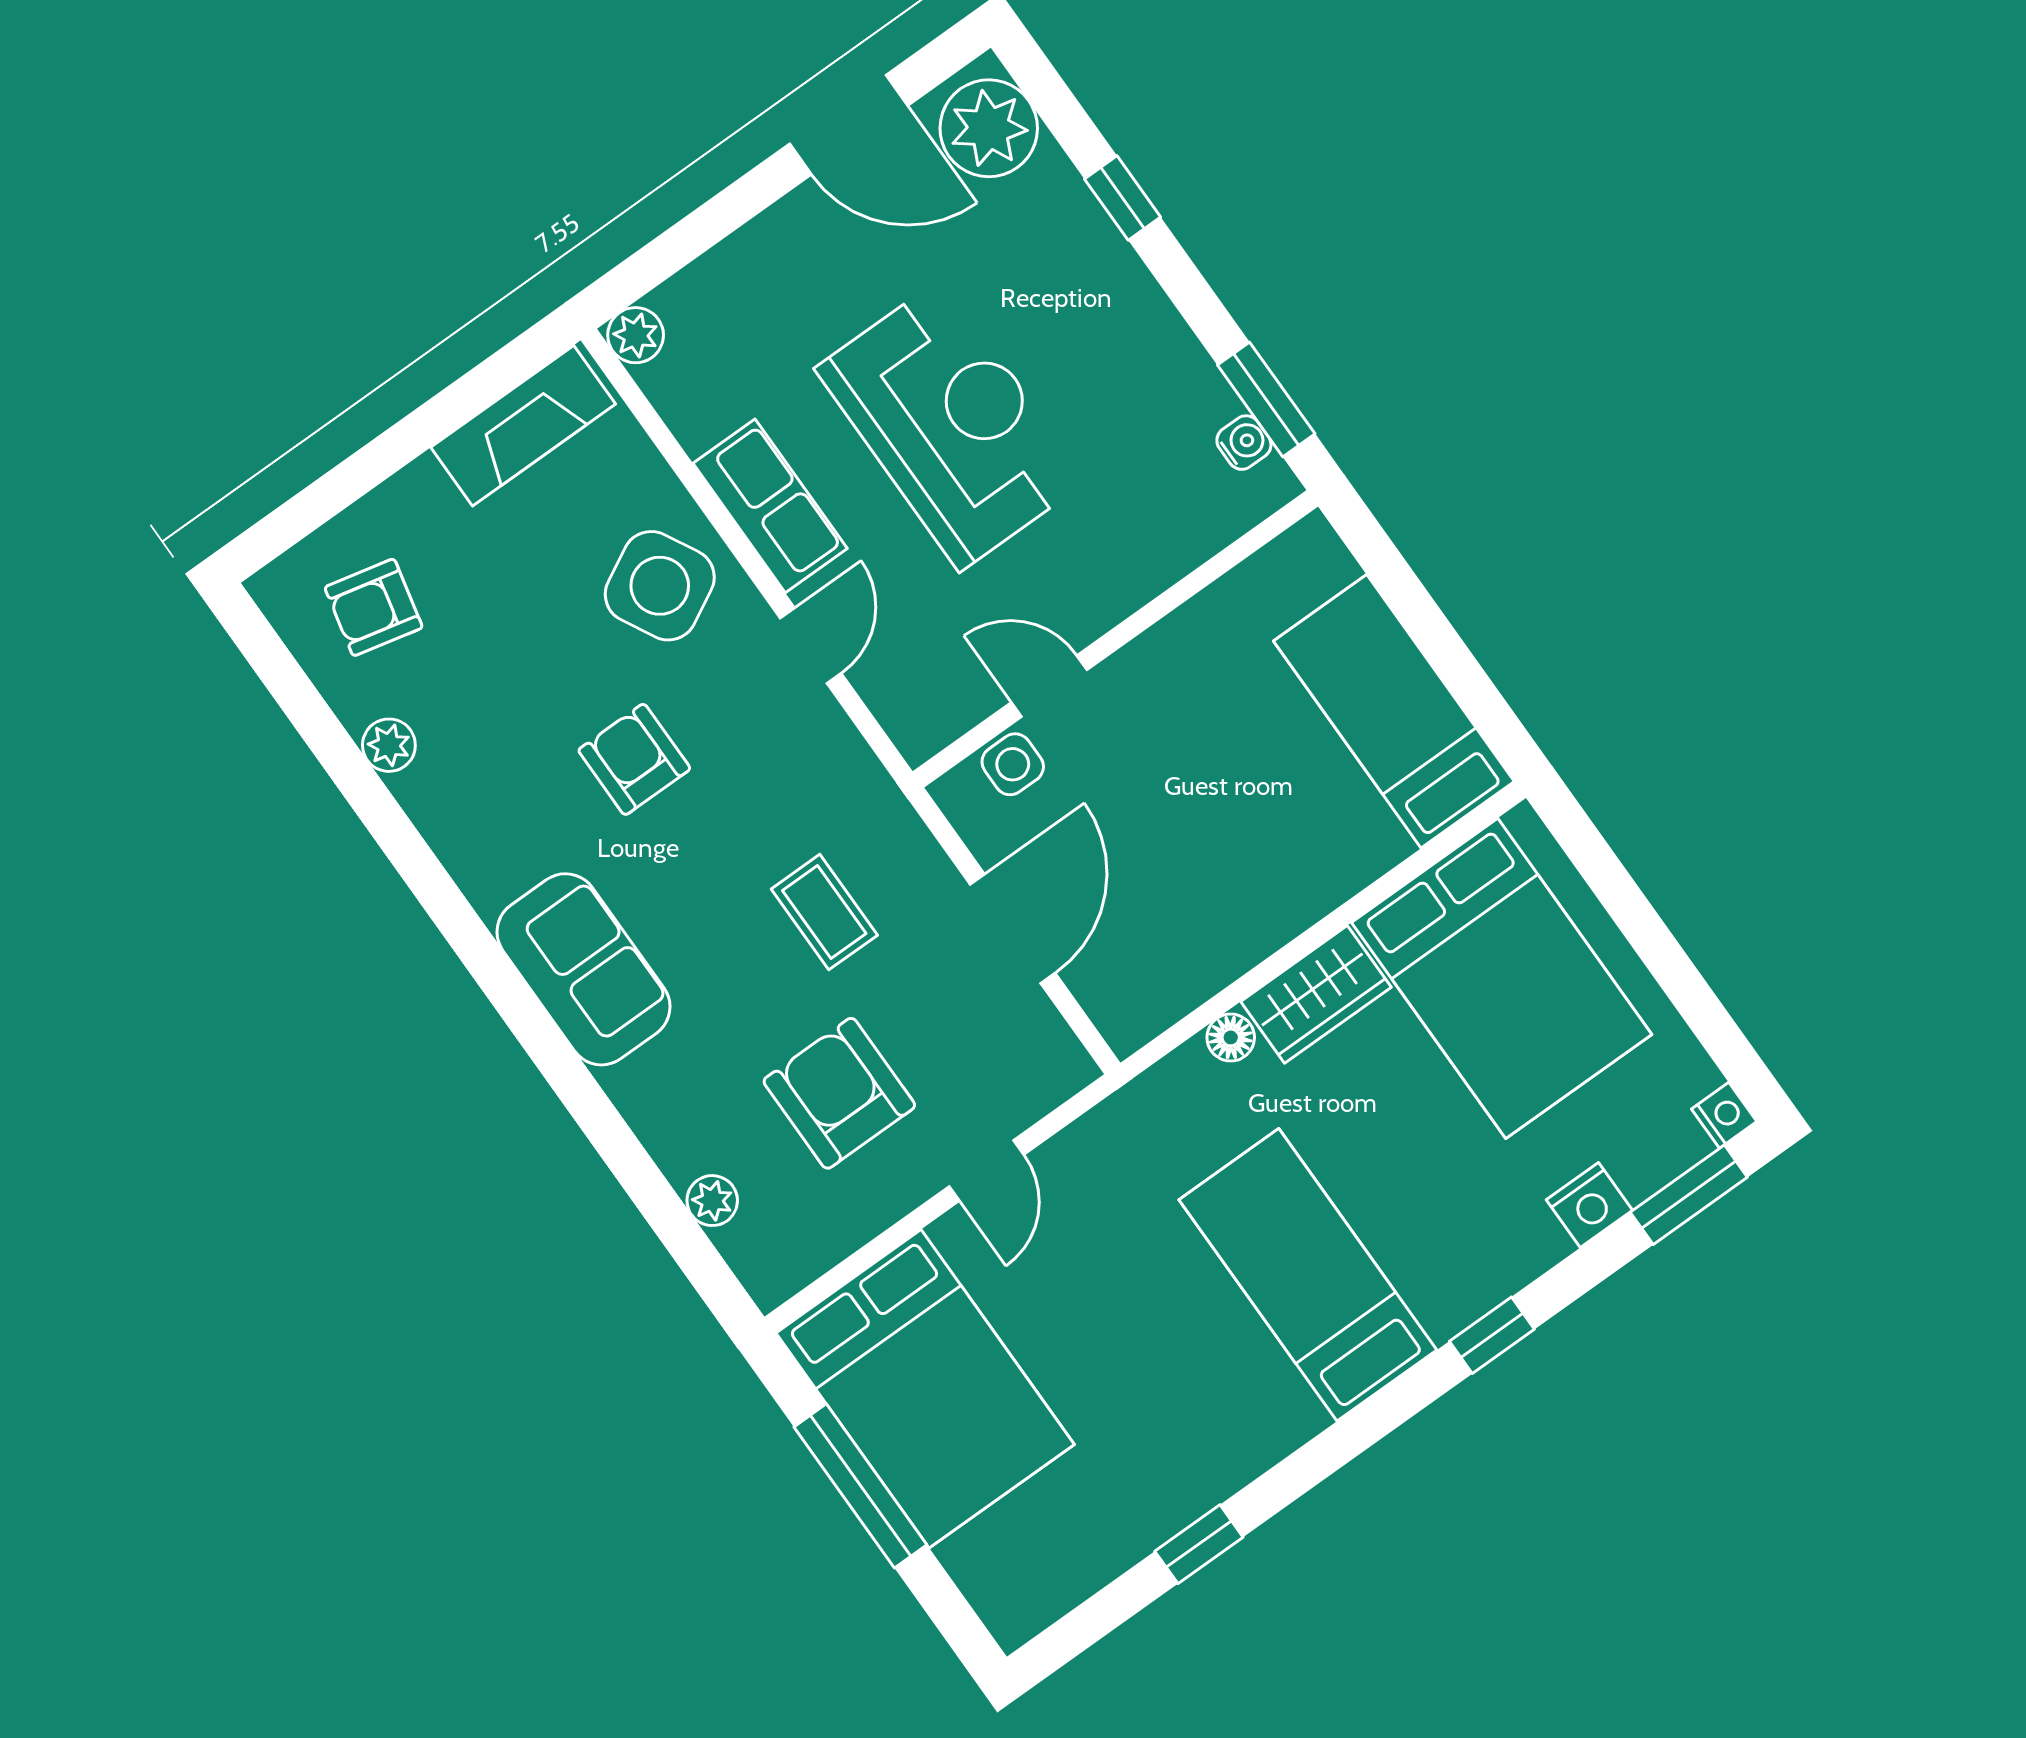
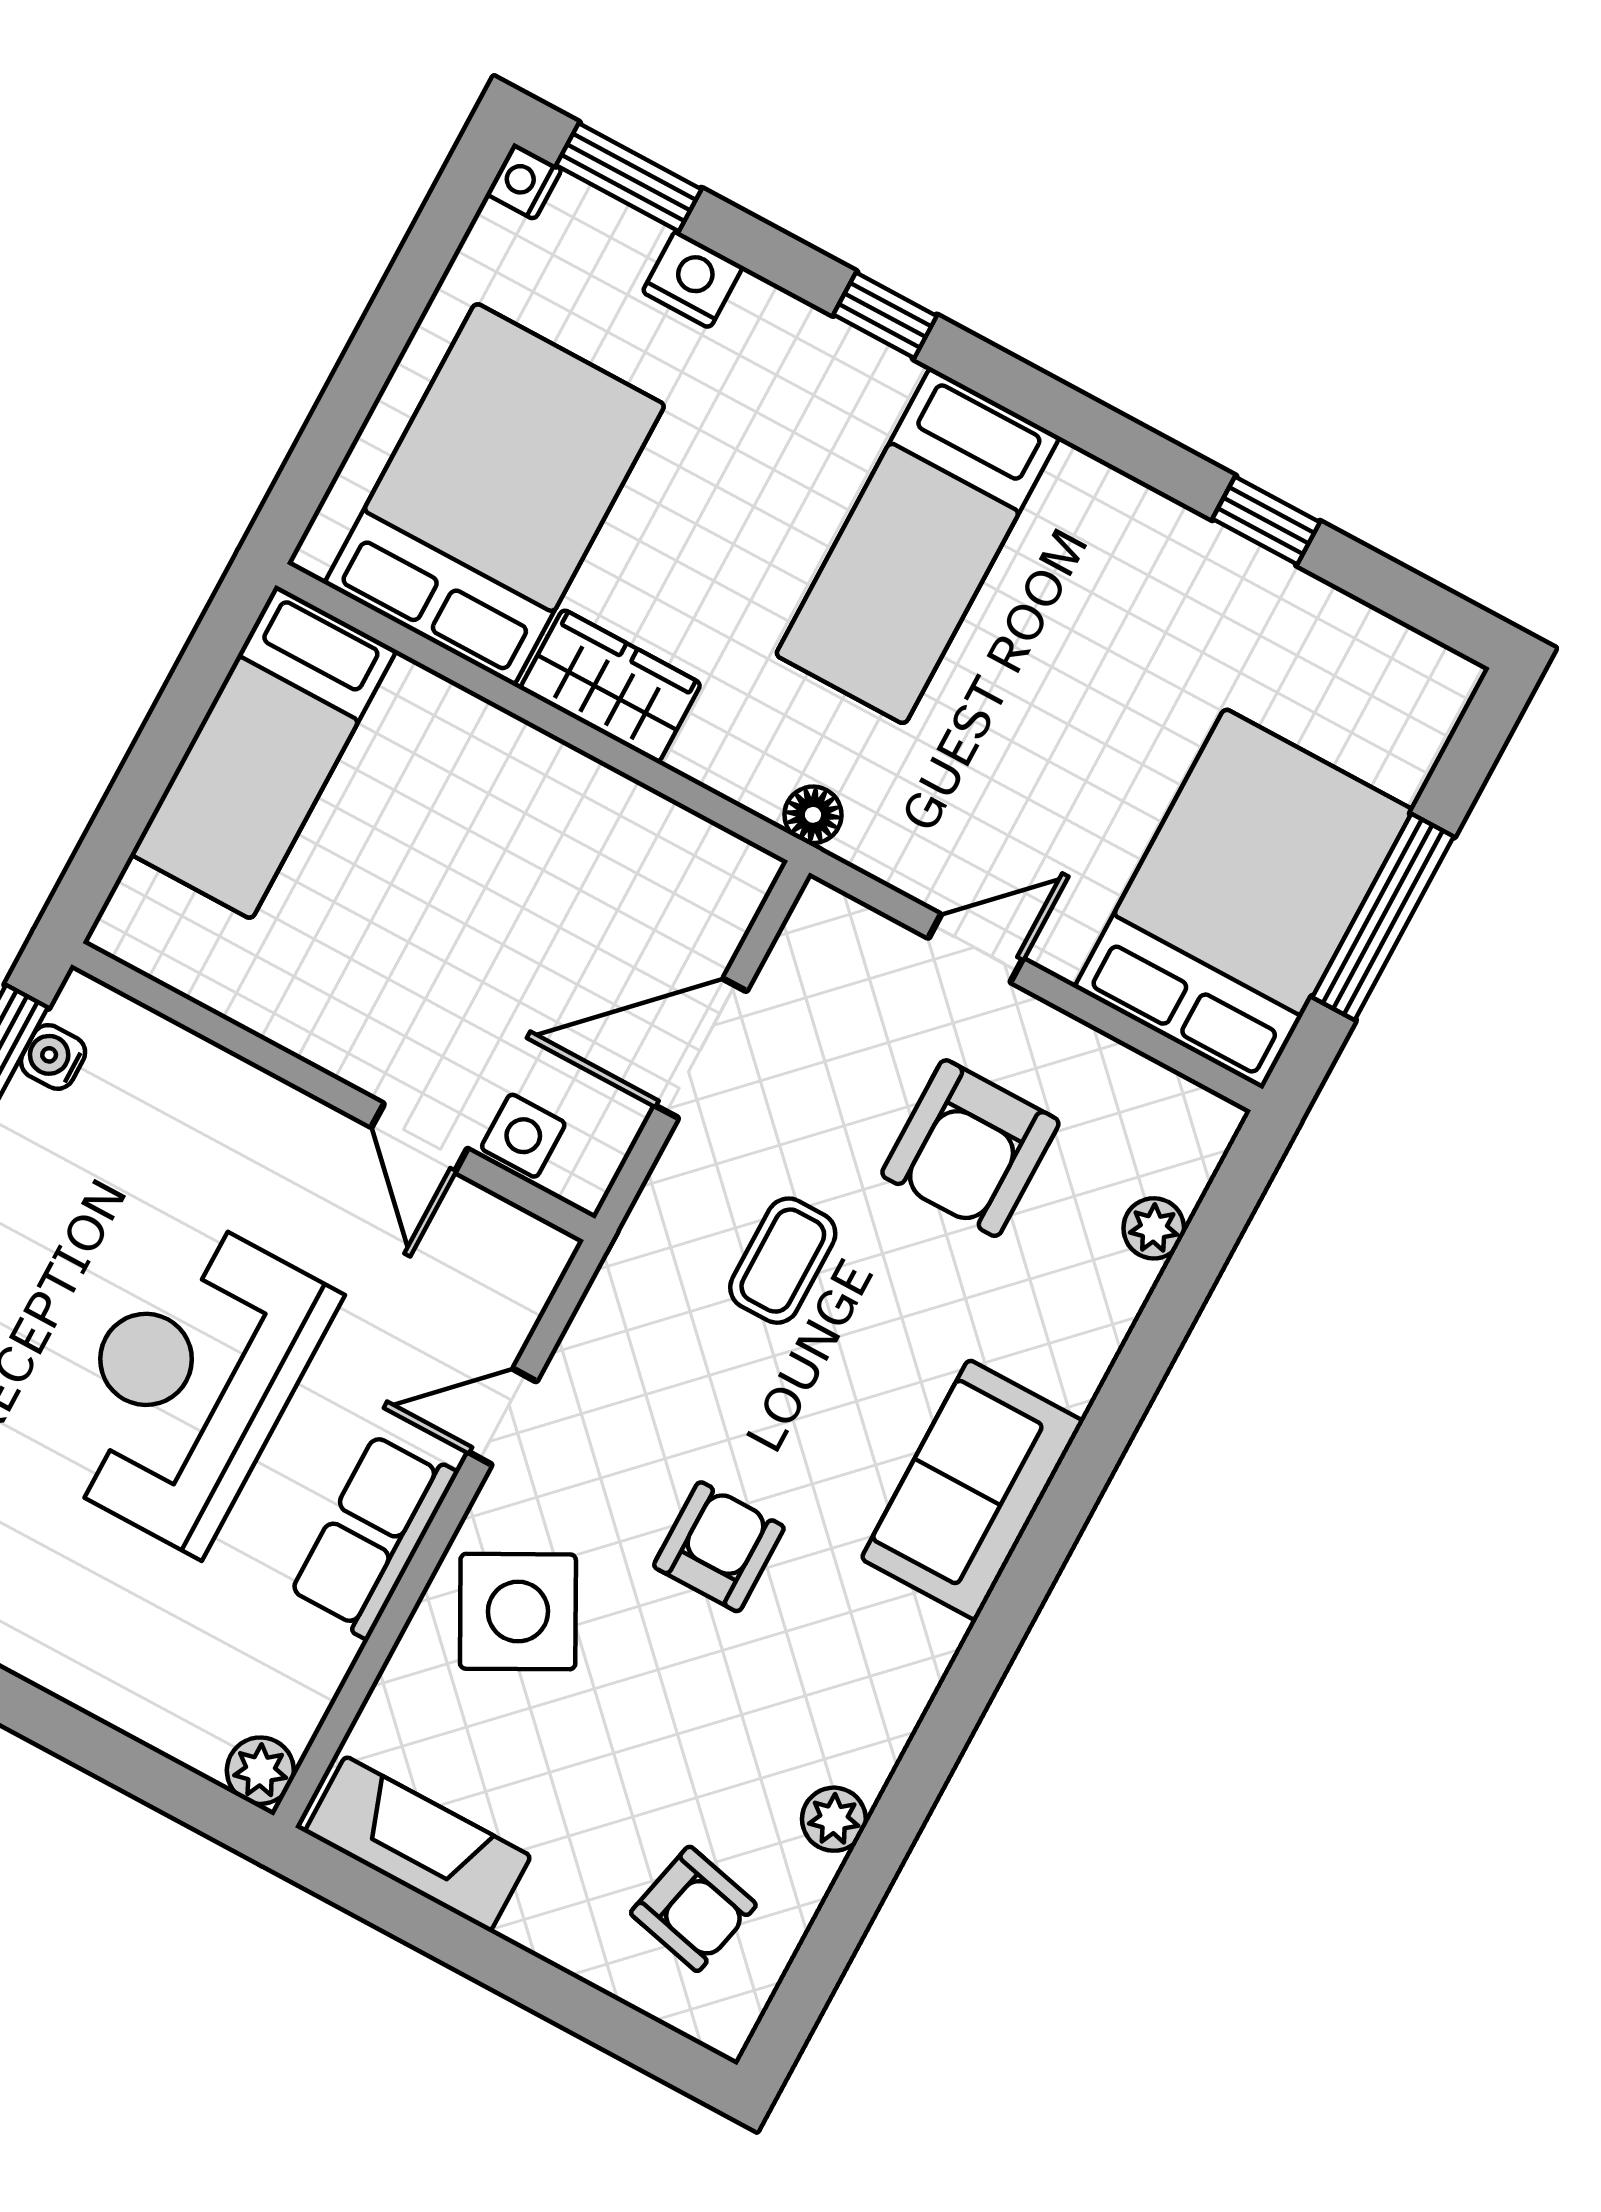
armchair: (634, 759) -> (719, 1547), turned 180
floor lamp: (1231, 1037) -> (813, 815), moved

